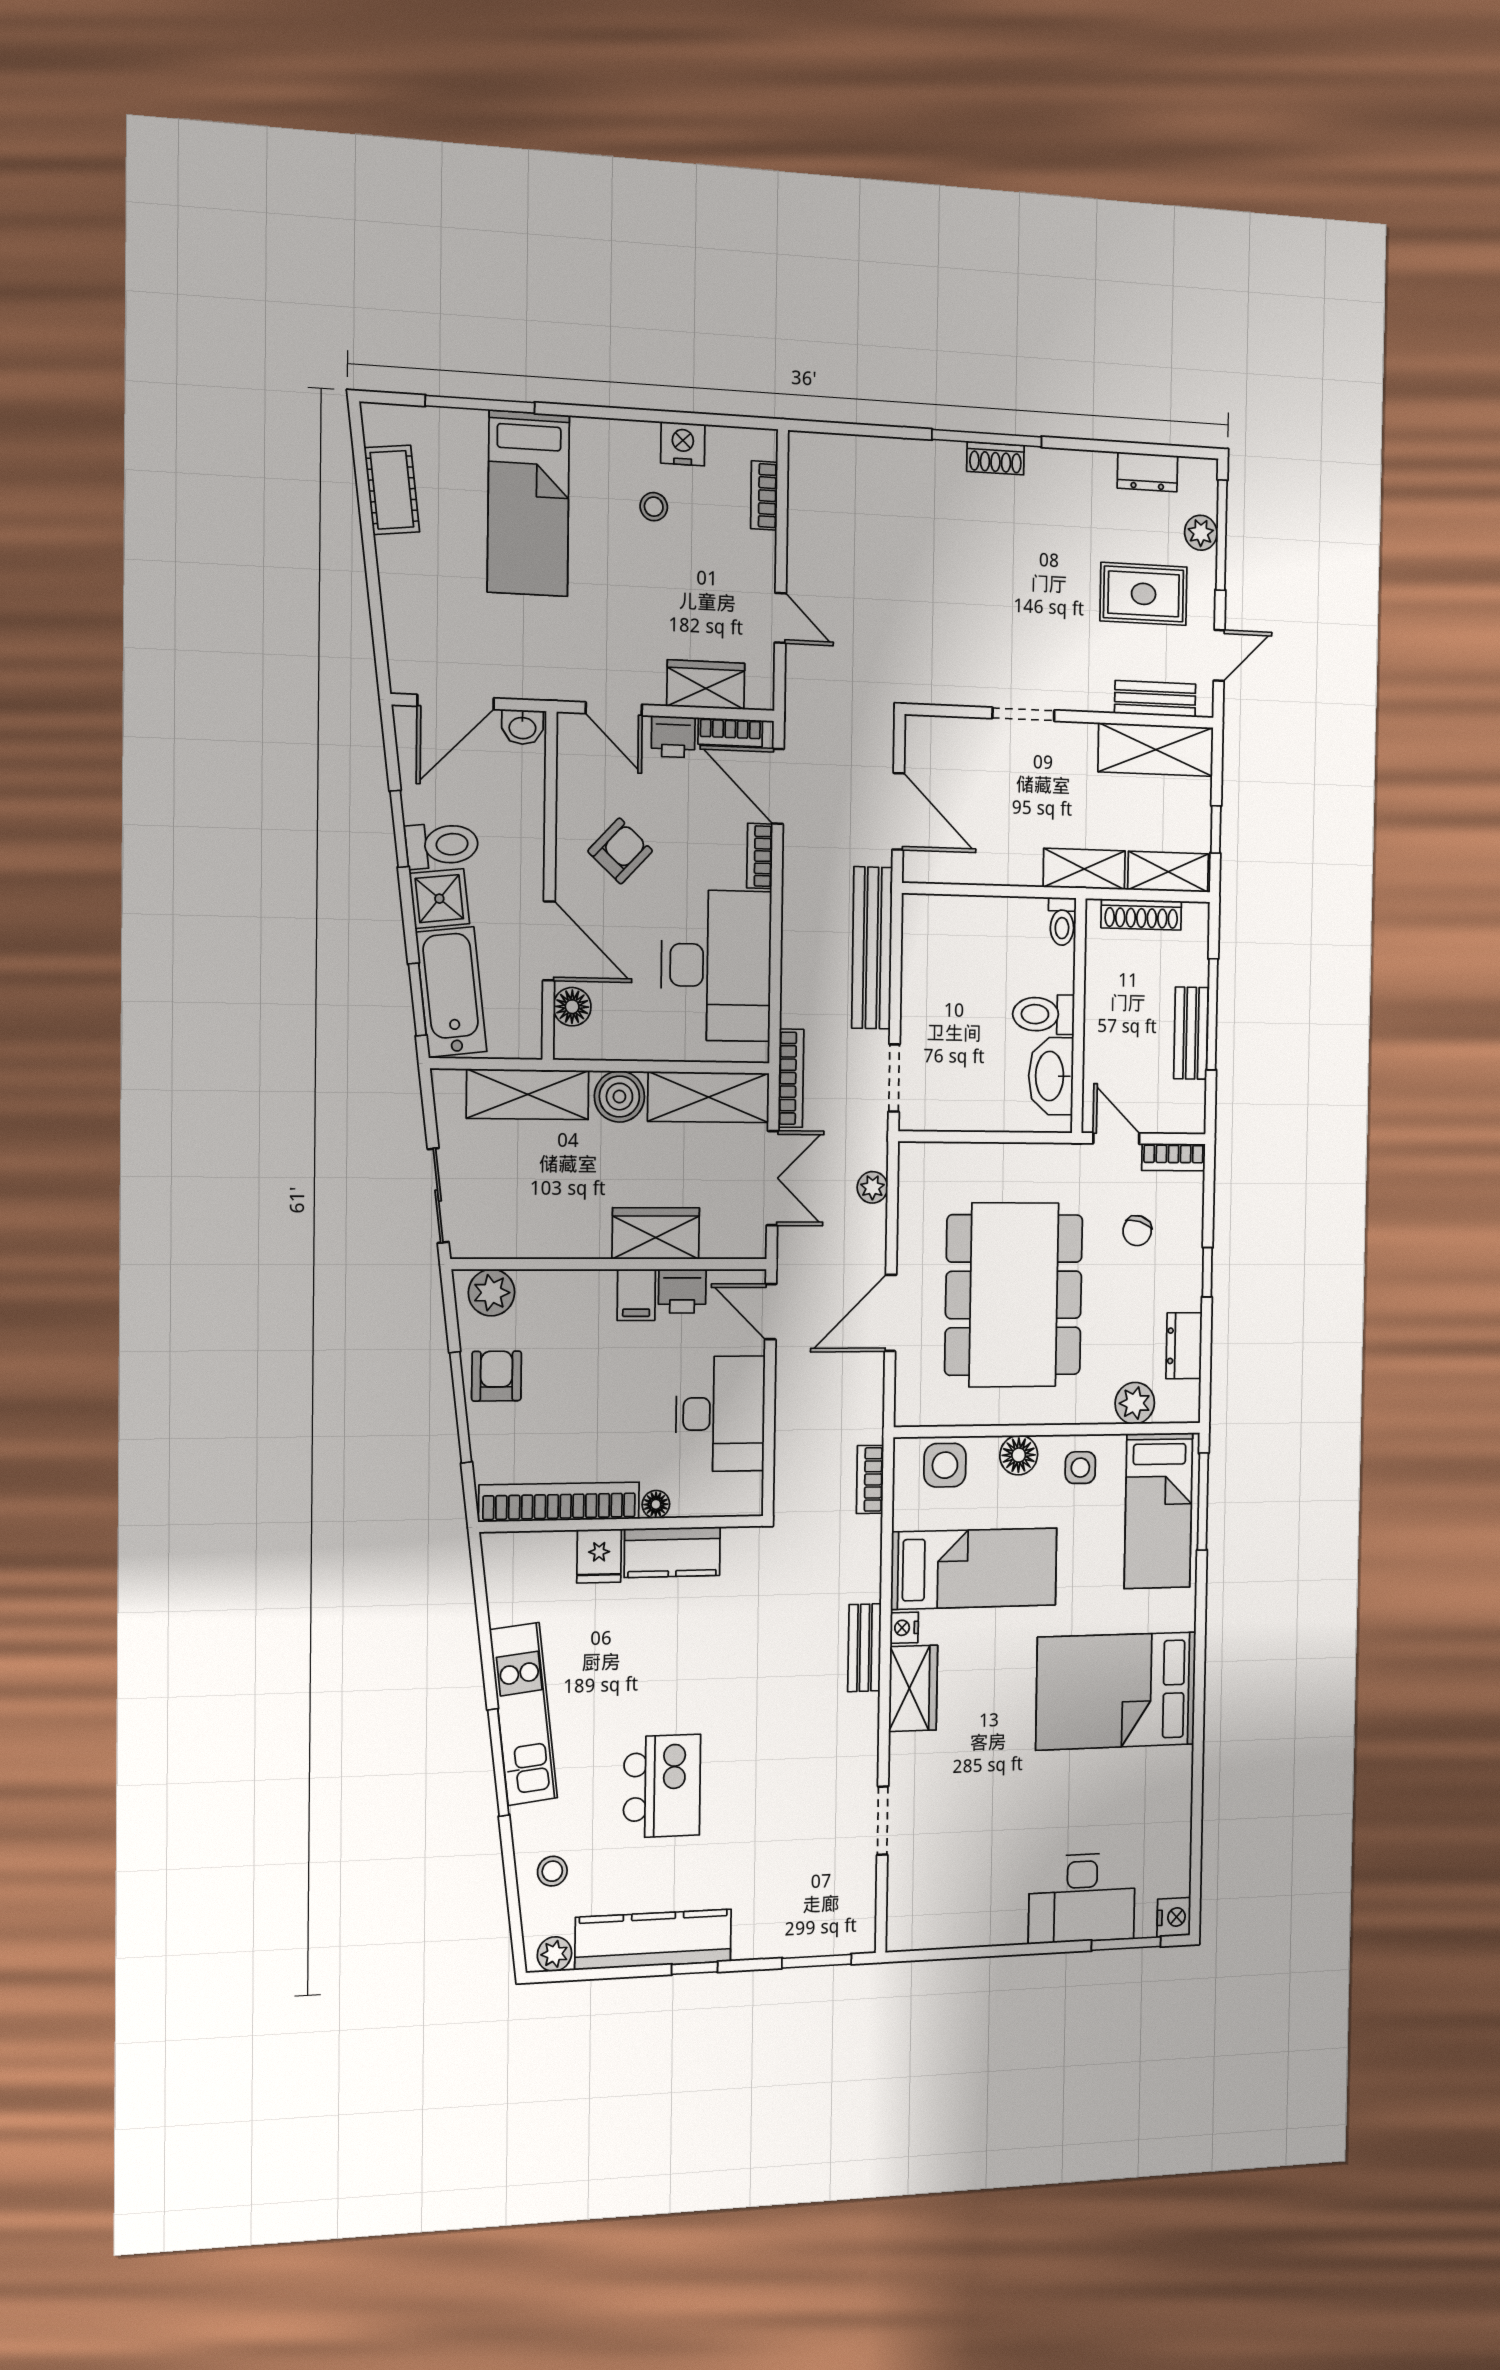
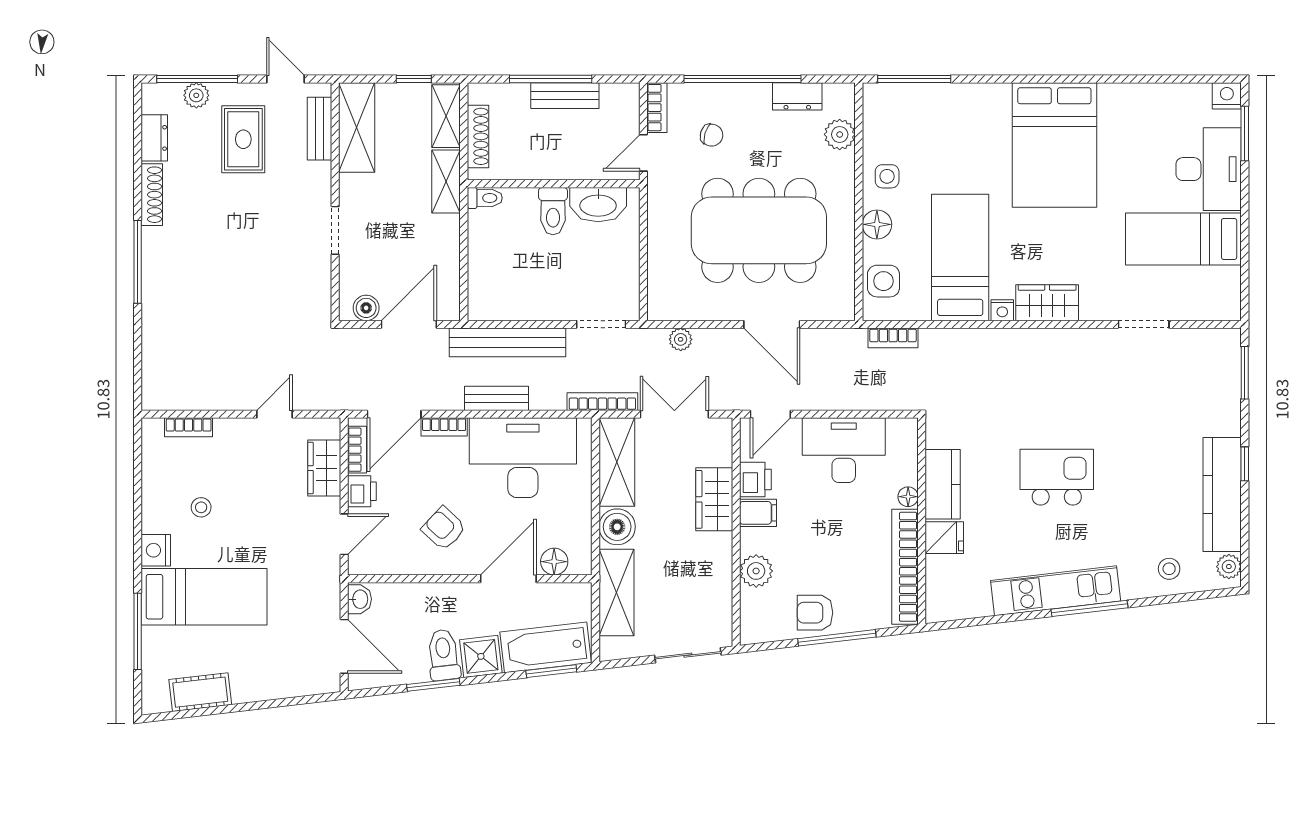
nightstand: (683, 444) -> (156, 550), moved
shoe rack: (995, 458) -> (152, 195), moved, width x1.43
boiler: (921, 753) -> (366, 308), added
window: (1207, 1272) -> (742, 79), width x3.17
plant: (491, 1293) -> (756, 571), moved
bed: (1158, 1511) -> (1183, 239), moved, turned 180
bench: (865, 1648) -> (496, 398), moved
kitchen island: (662, 1786) -> (1057, 477), moved

